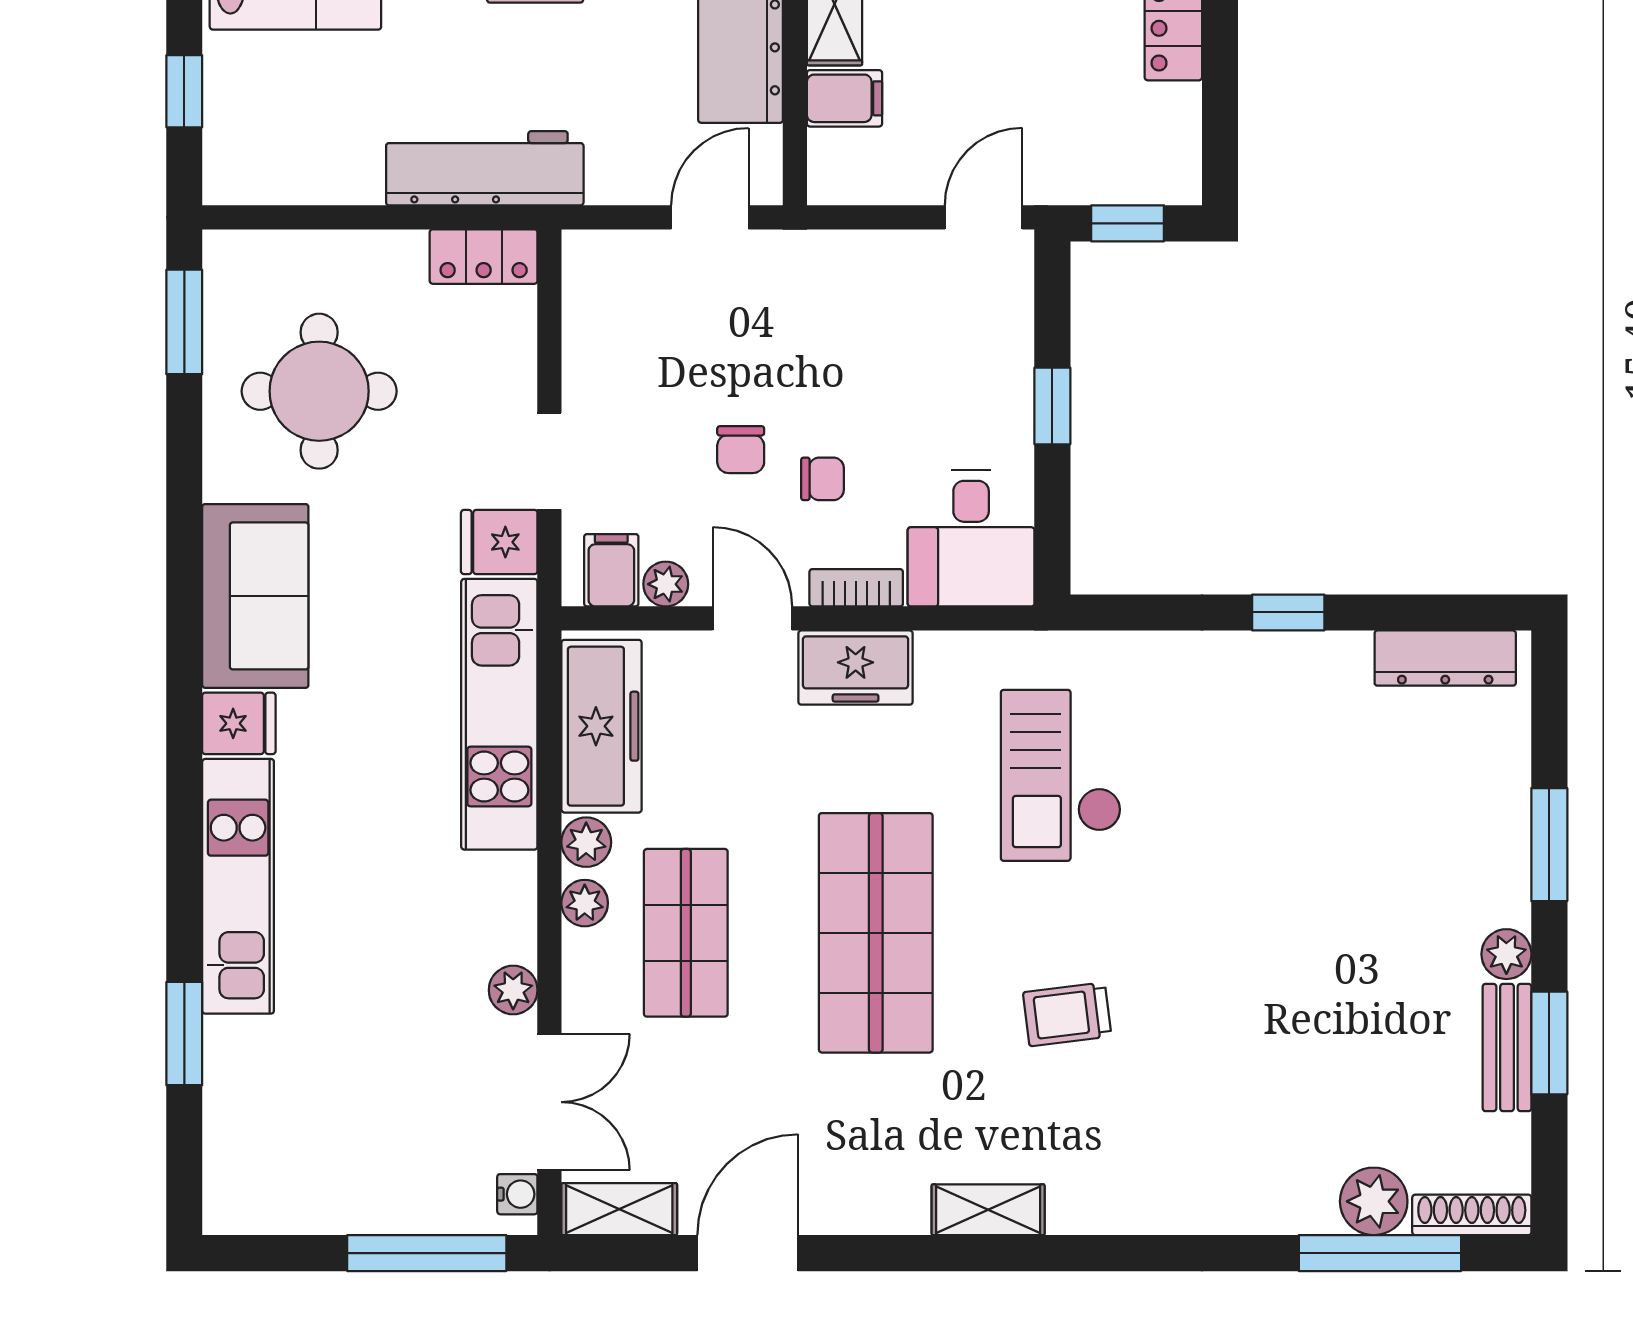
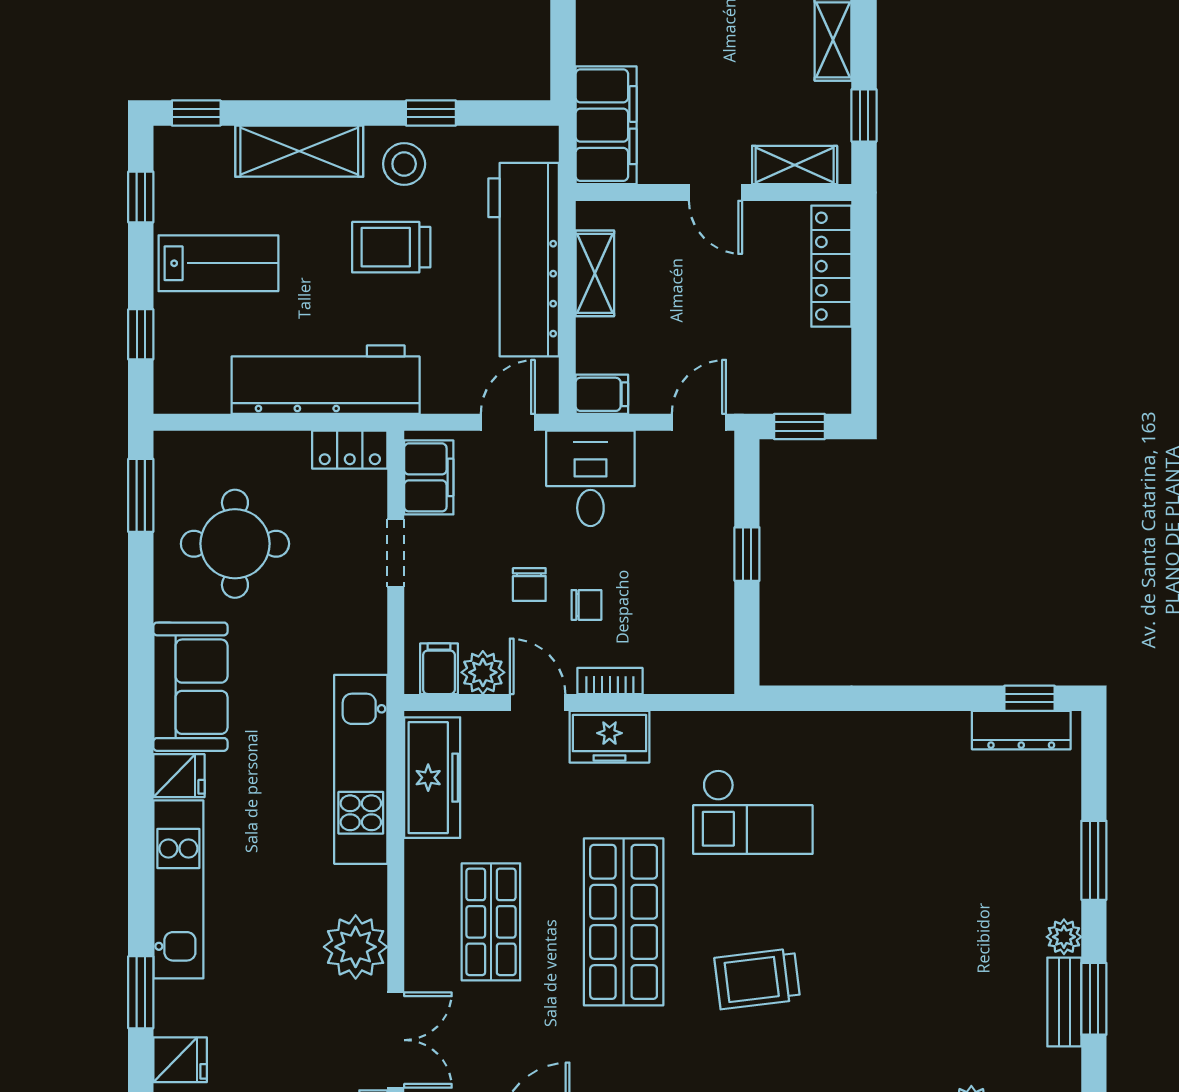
filing cabinet: (844, 98) -> (602, 394), moved
workbench: (485, 168) -> (326, 380), width x1.36, depth x1.32
filing cabinet: (597, 296) -> (429, 477), added
doorway: (549, 461) -> (396, 553), moved
desk: (971, 538) -> (590, 478), moved, turned 180
fridge: (499, 542) -> (180, 1060), moved, turned 180
plant: (666, 584) -> (483, 672), width x1.38, depth x1.38
window: (1288, 612) -> (1030, 698), moved
checkout: (1061, 775) -> (753, 812), turned -90
plant: (586, 842) -> (421, 859), removed
plant: (585, 903) -> (420, 901), removed
plant: (513, 990) -> (356, 947), width x1.88, depth x1.88
trolley: (1067, 1014) -> (757, 979), width x1.36, depth x1.39

